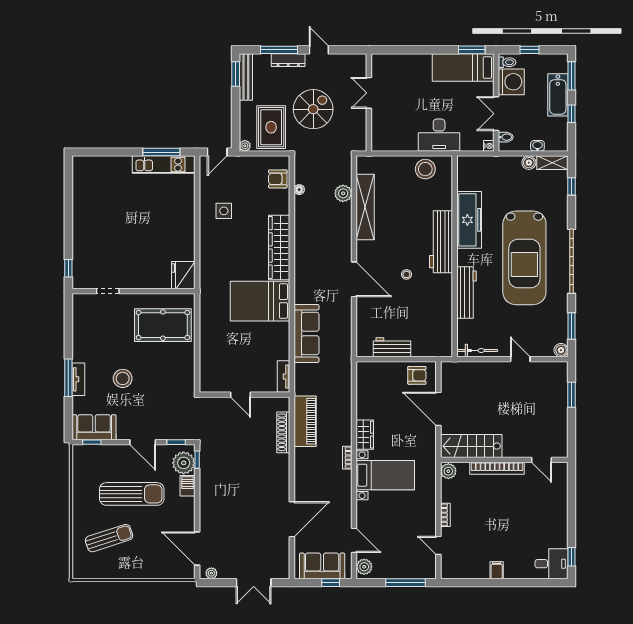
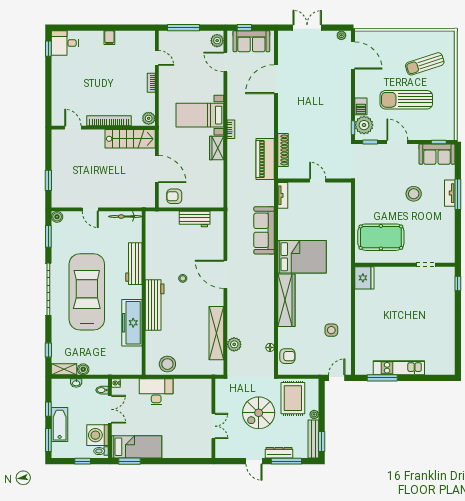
plant: (245, 146) -> (314, 414), moved
kitchen unit: (164, 165) -> (399, 368), moved

